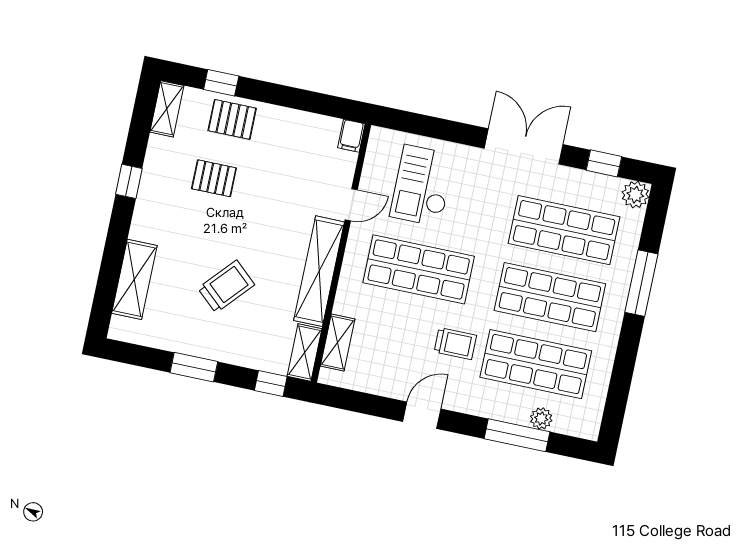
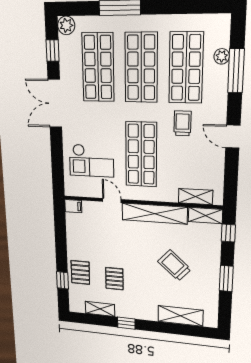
shelving: (167, 109) -> (100, 309), moved

